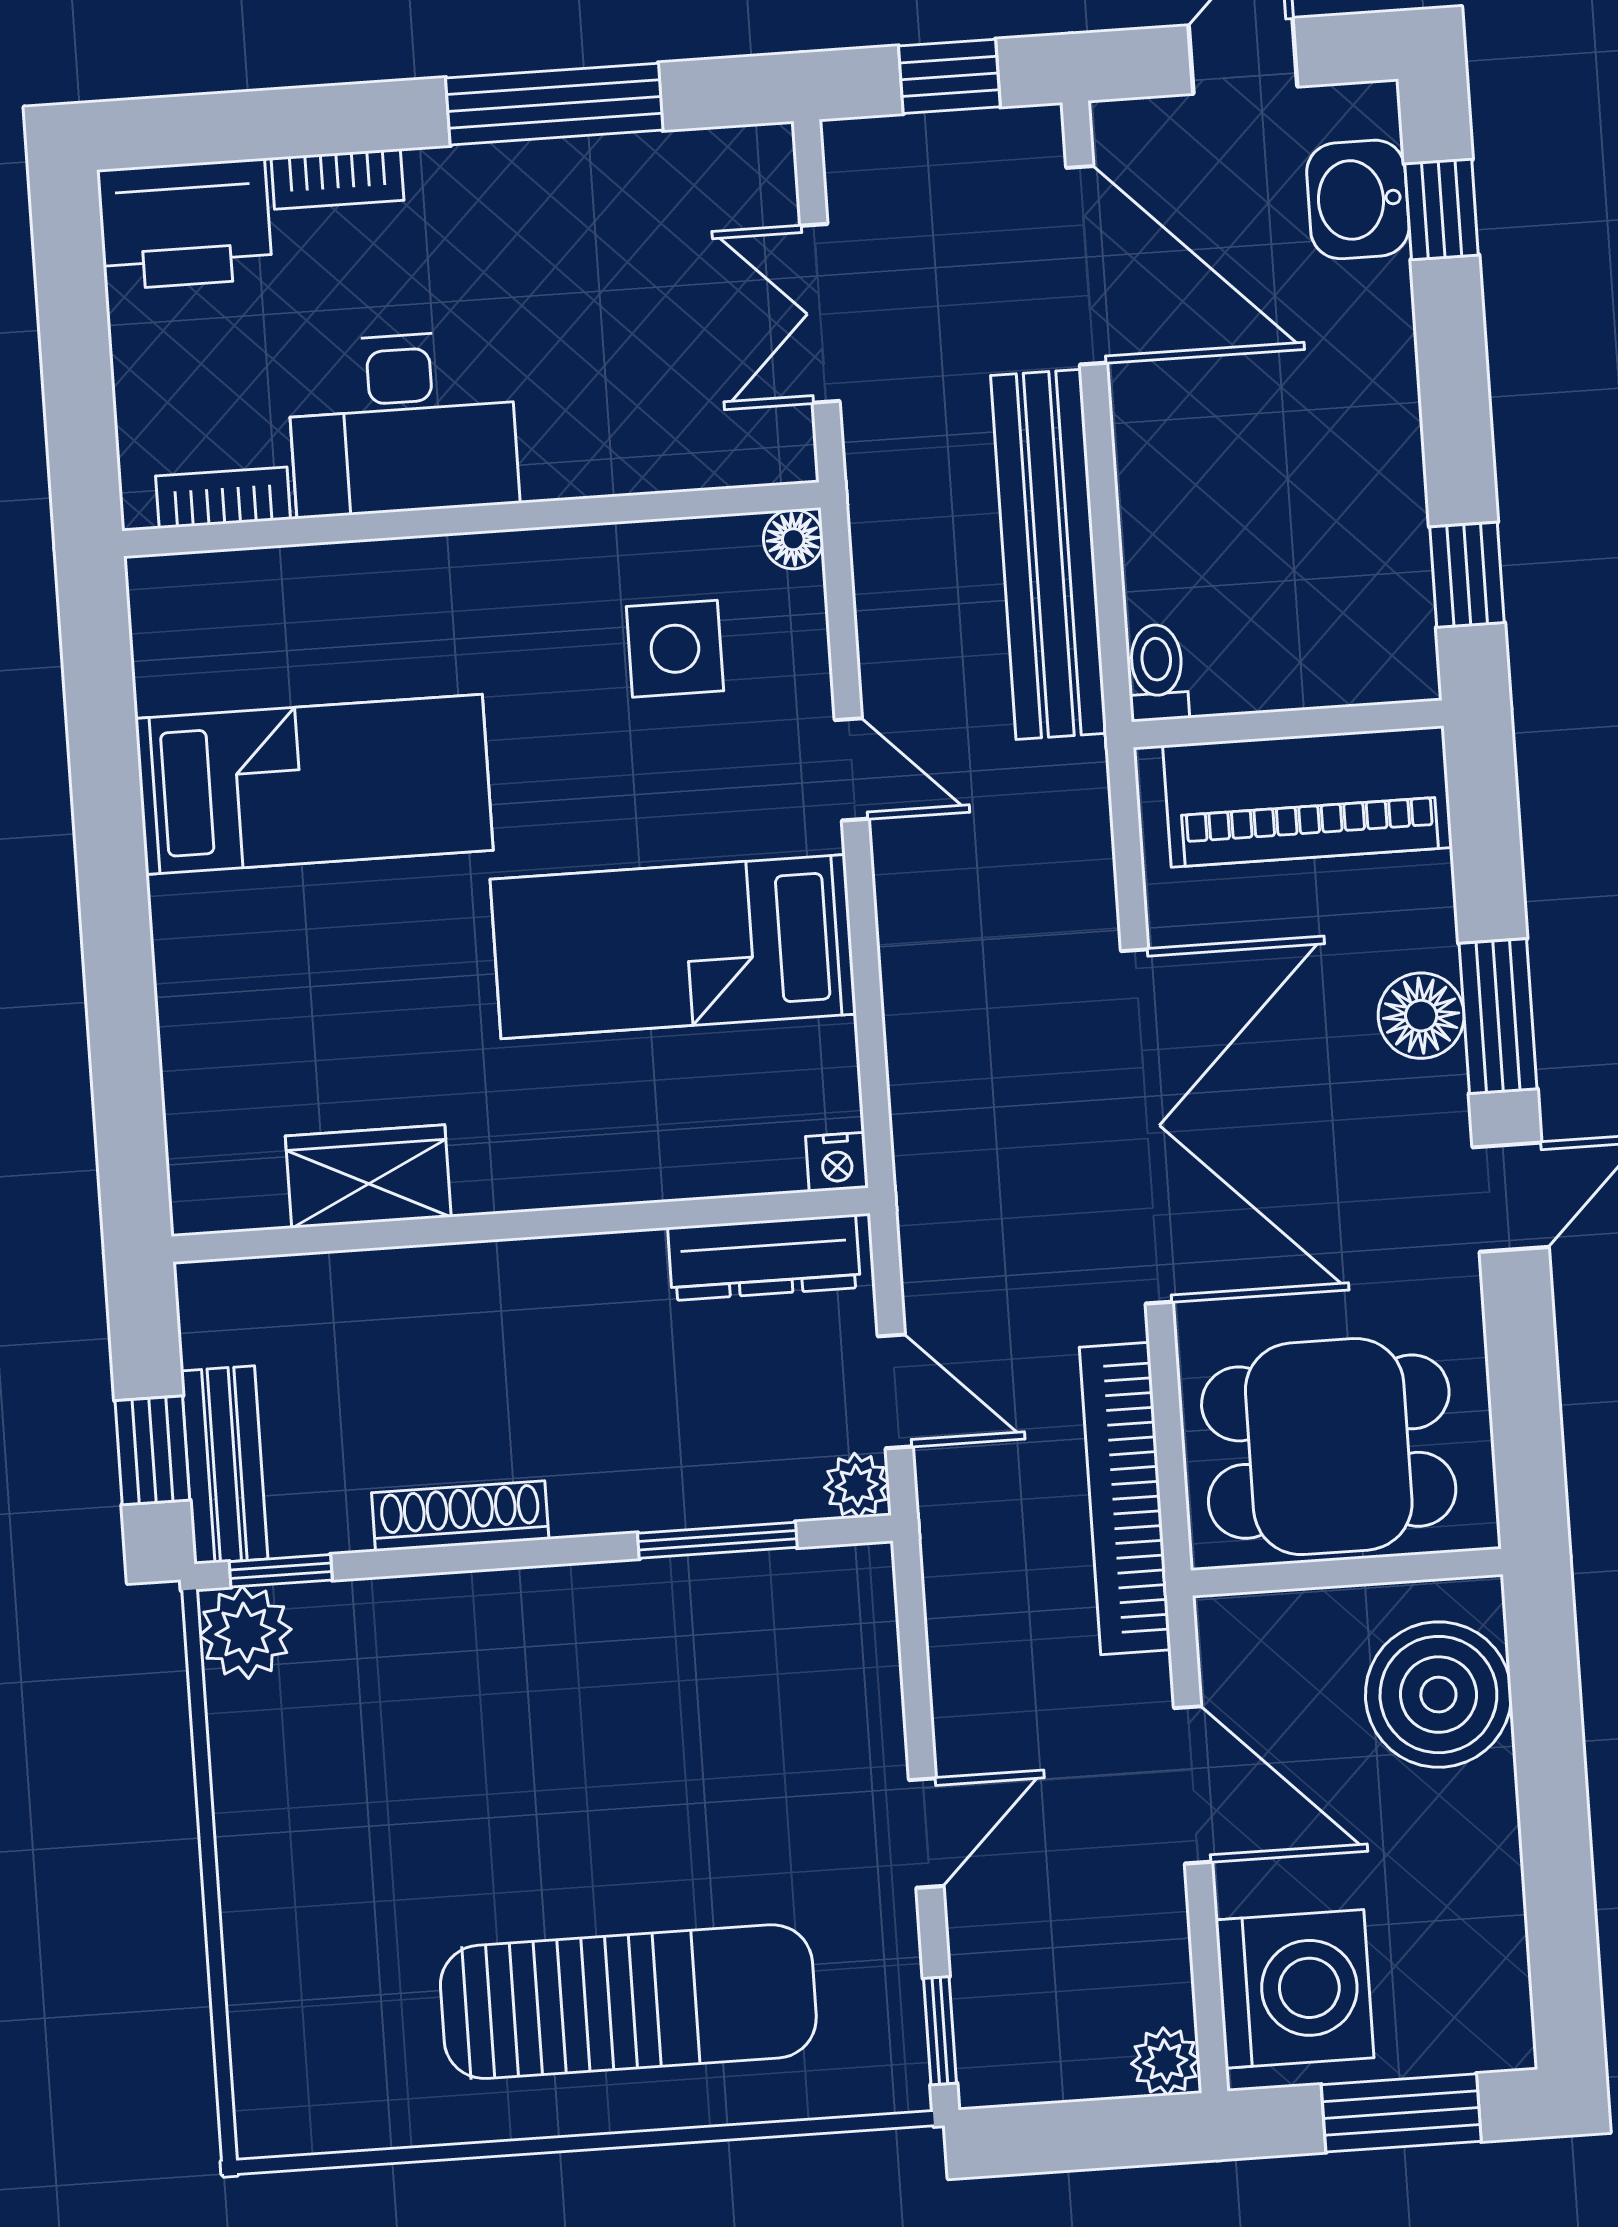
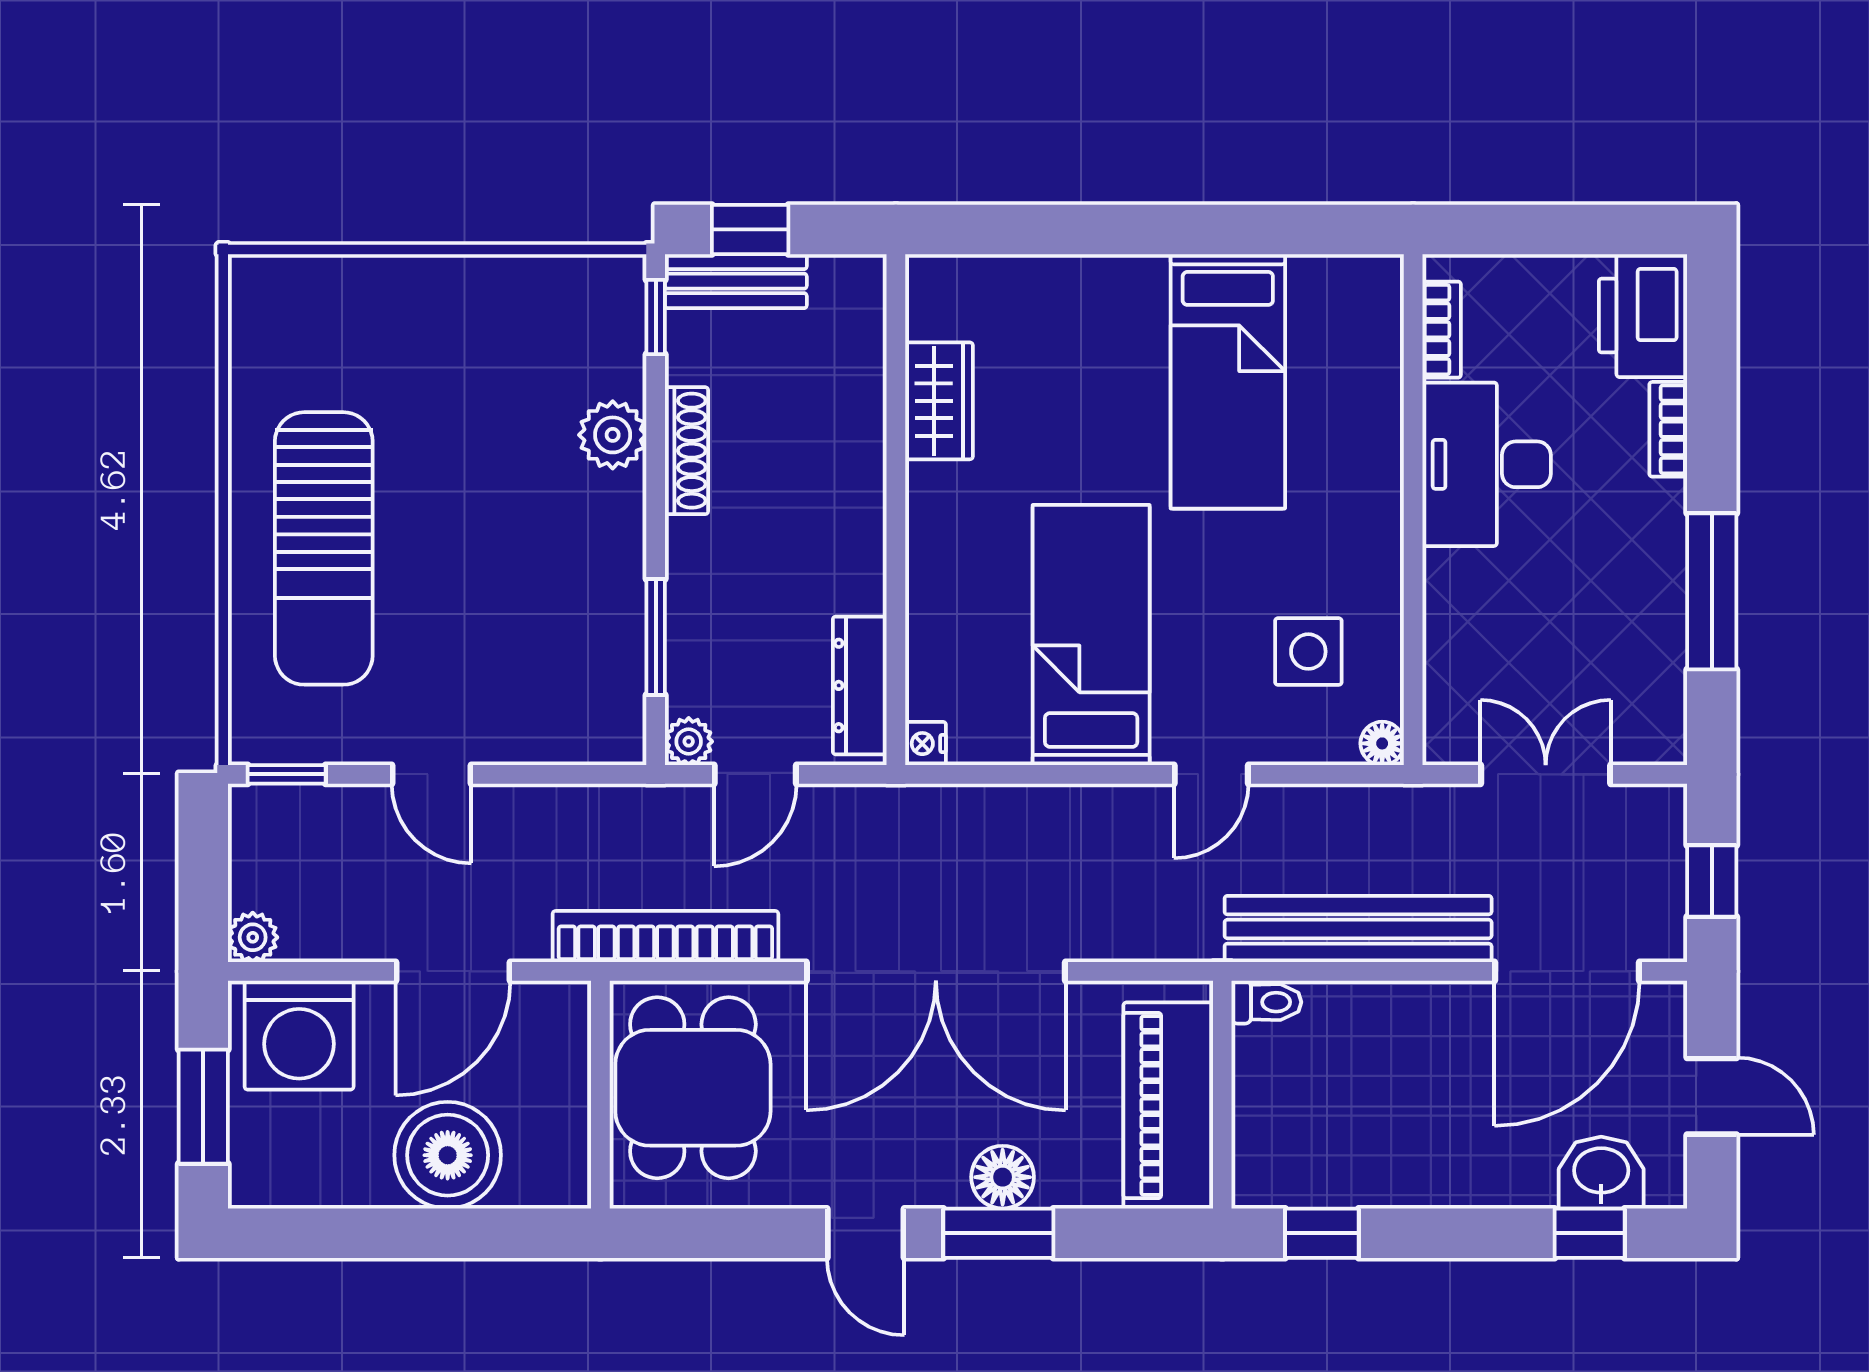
plant: (245, 1632) -> (613, 435), moved
boiler: (1438, 1695) -> (448, 1155), moved

